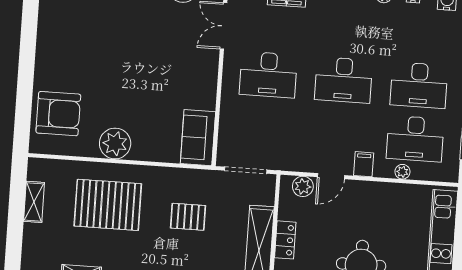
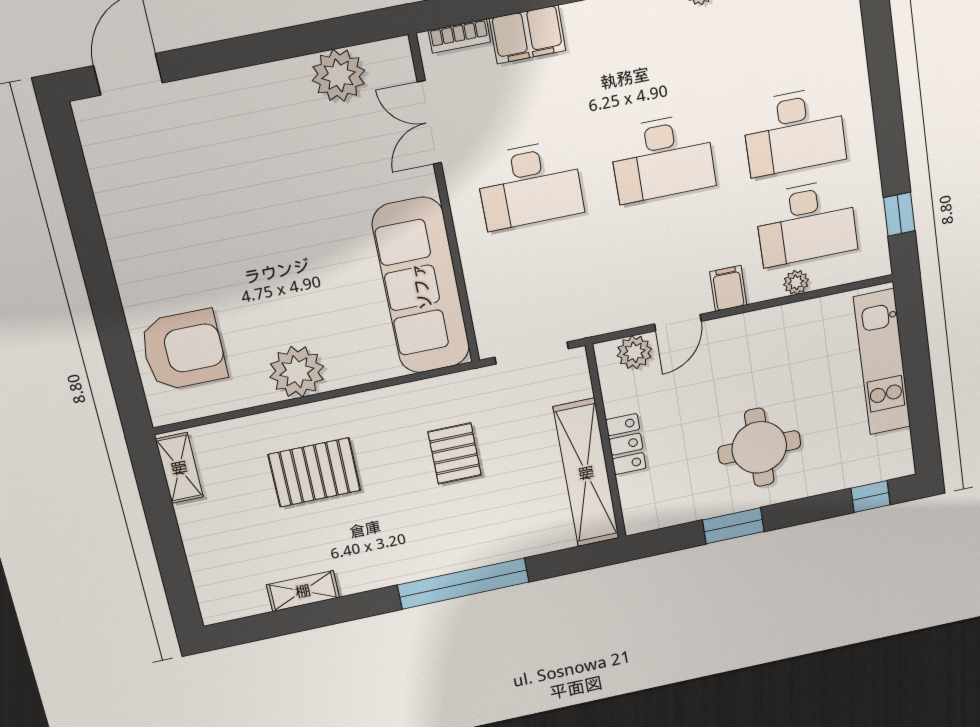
sofa: (198, 138) -> (421, 286), width x1.85, depth x1.27
shelving: (34, 202) -> (179, 468), moved
pallet: (108, 205) -> (314, 472), width x0.73, depth x0.71
pallet: (188, 217) -> (455, 453), turned 90

